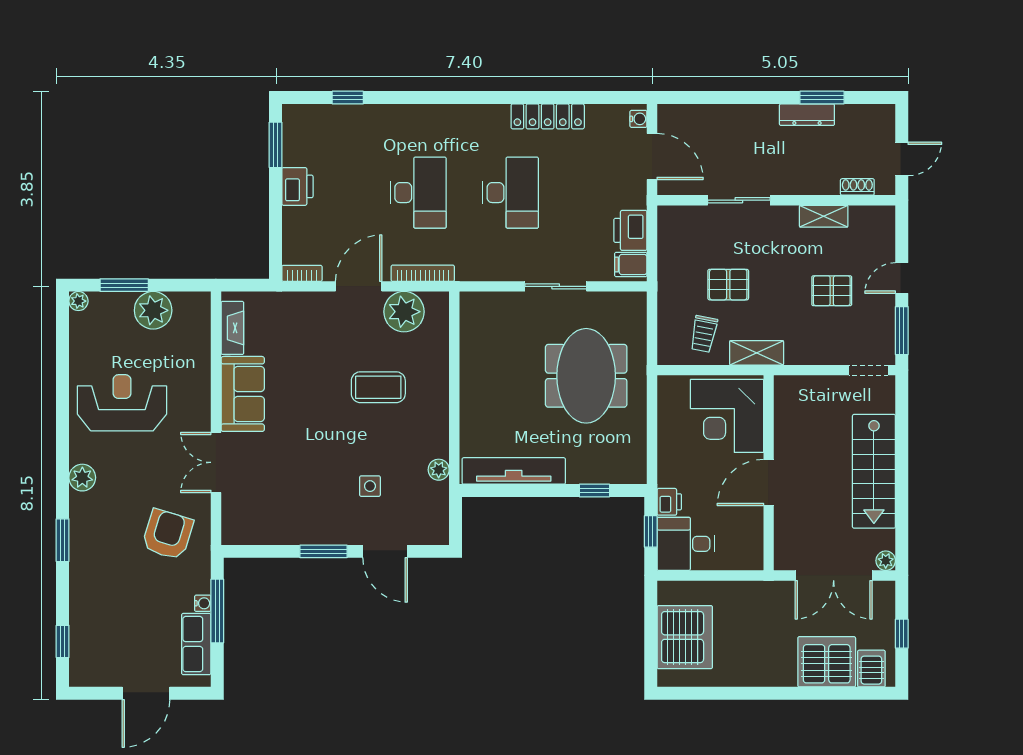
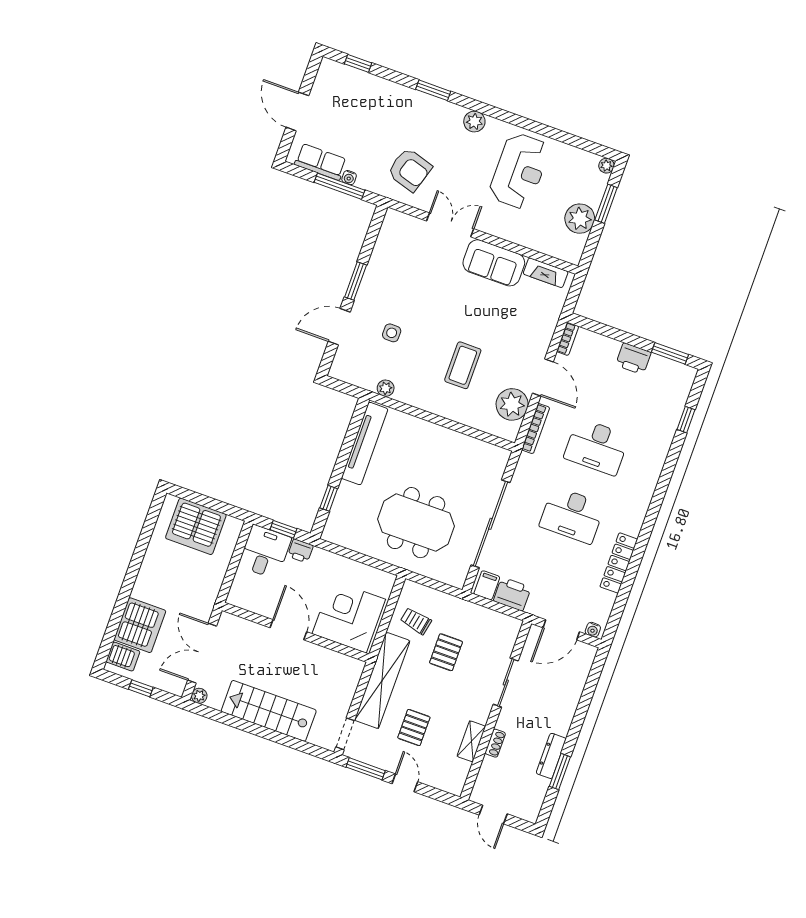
shoe rack: (857, 187) -> (495, 743), moved
sliding door: (556, 286) -> (490, 524), width x1.86
shelving: (757, 353) -> (382, 680), width x2.20, depth x1.33

